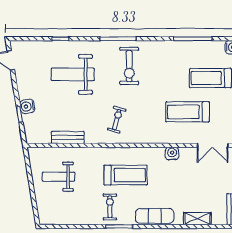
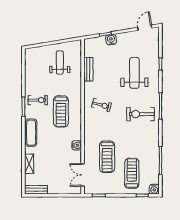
treadmill: (188, 112) -> (107, 157), turned 180

